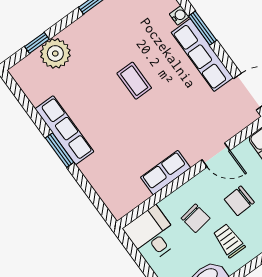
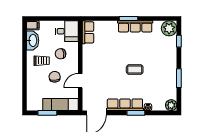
plant: (55, 53) -> (169, 28), moved
row of seats: (166, 173) -> (88, 32), moved

